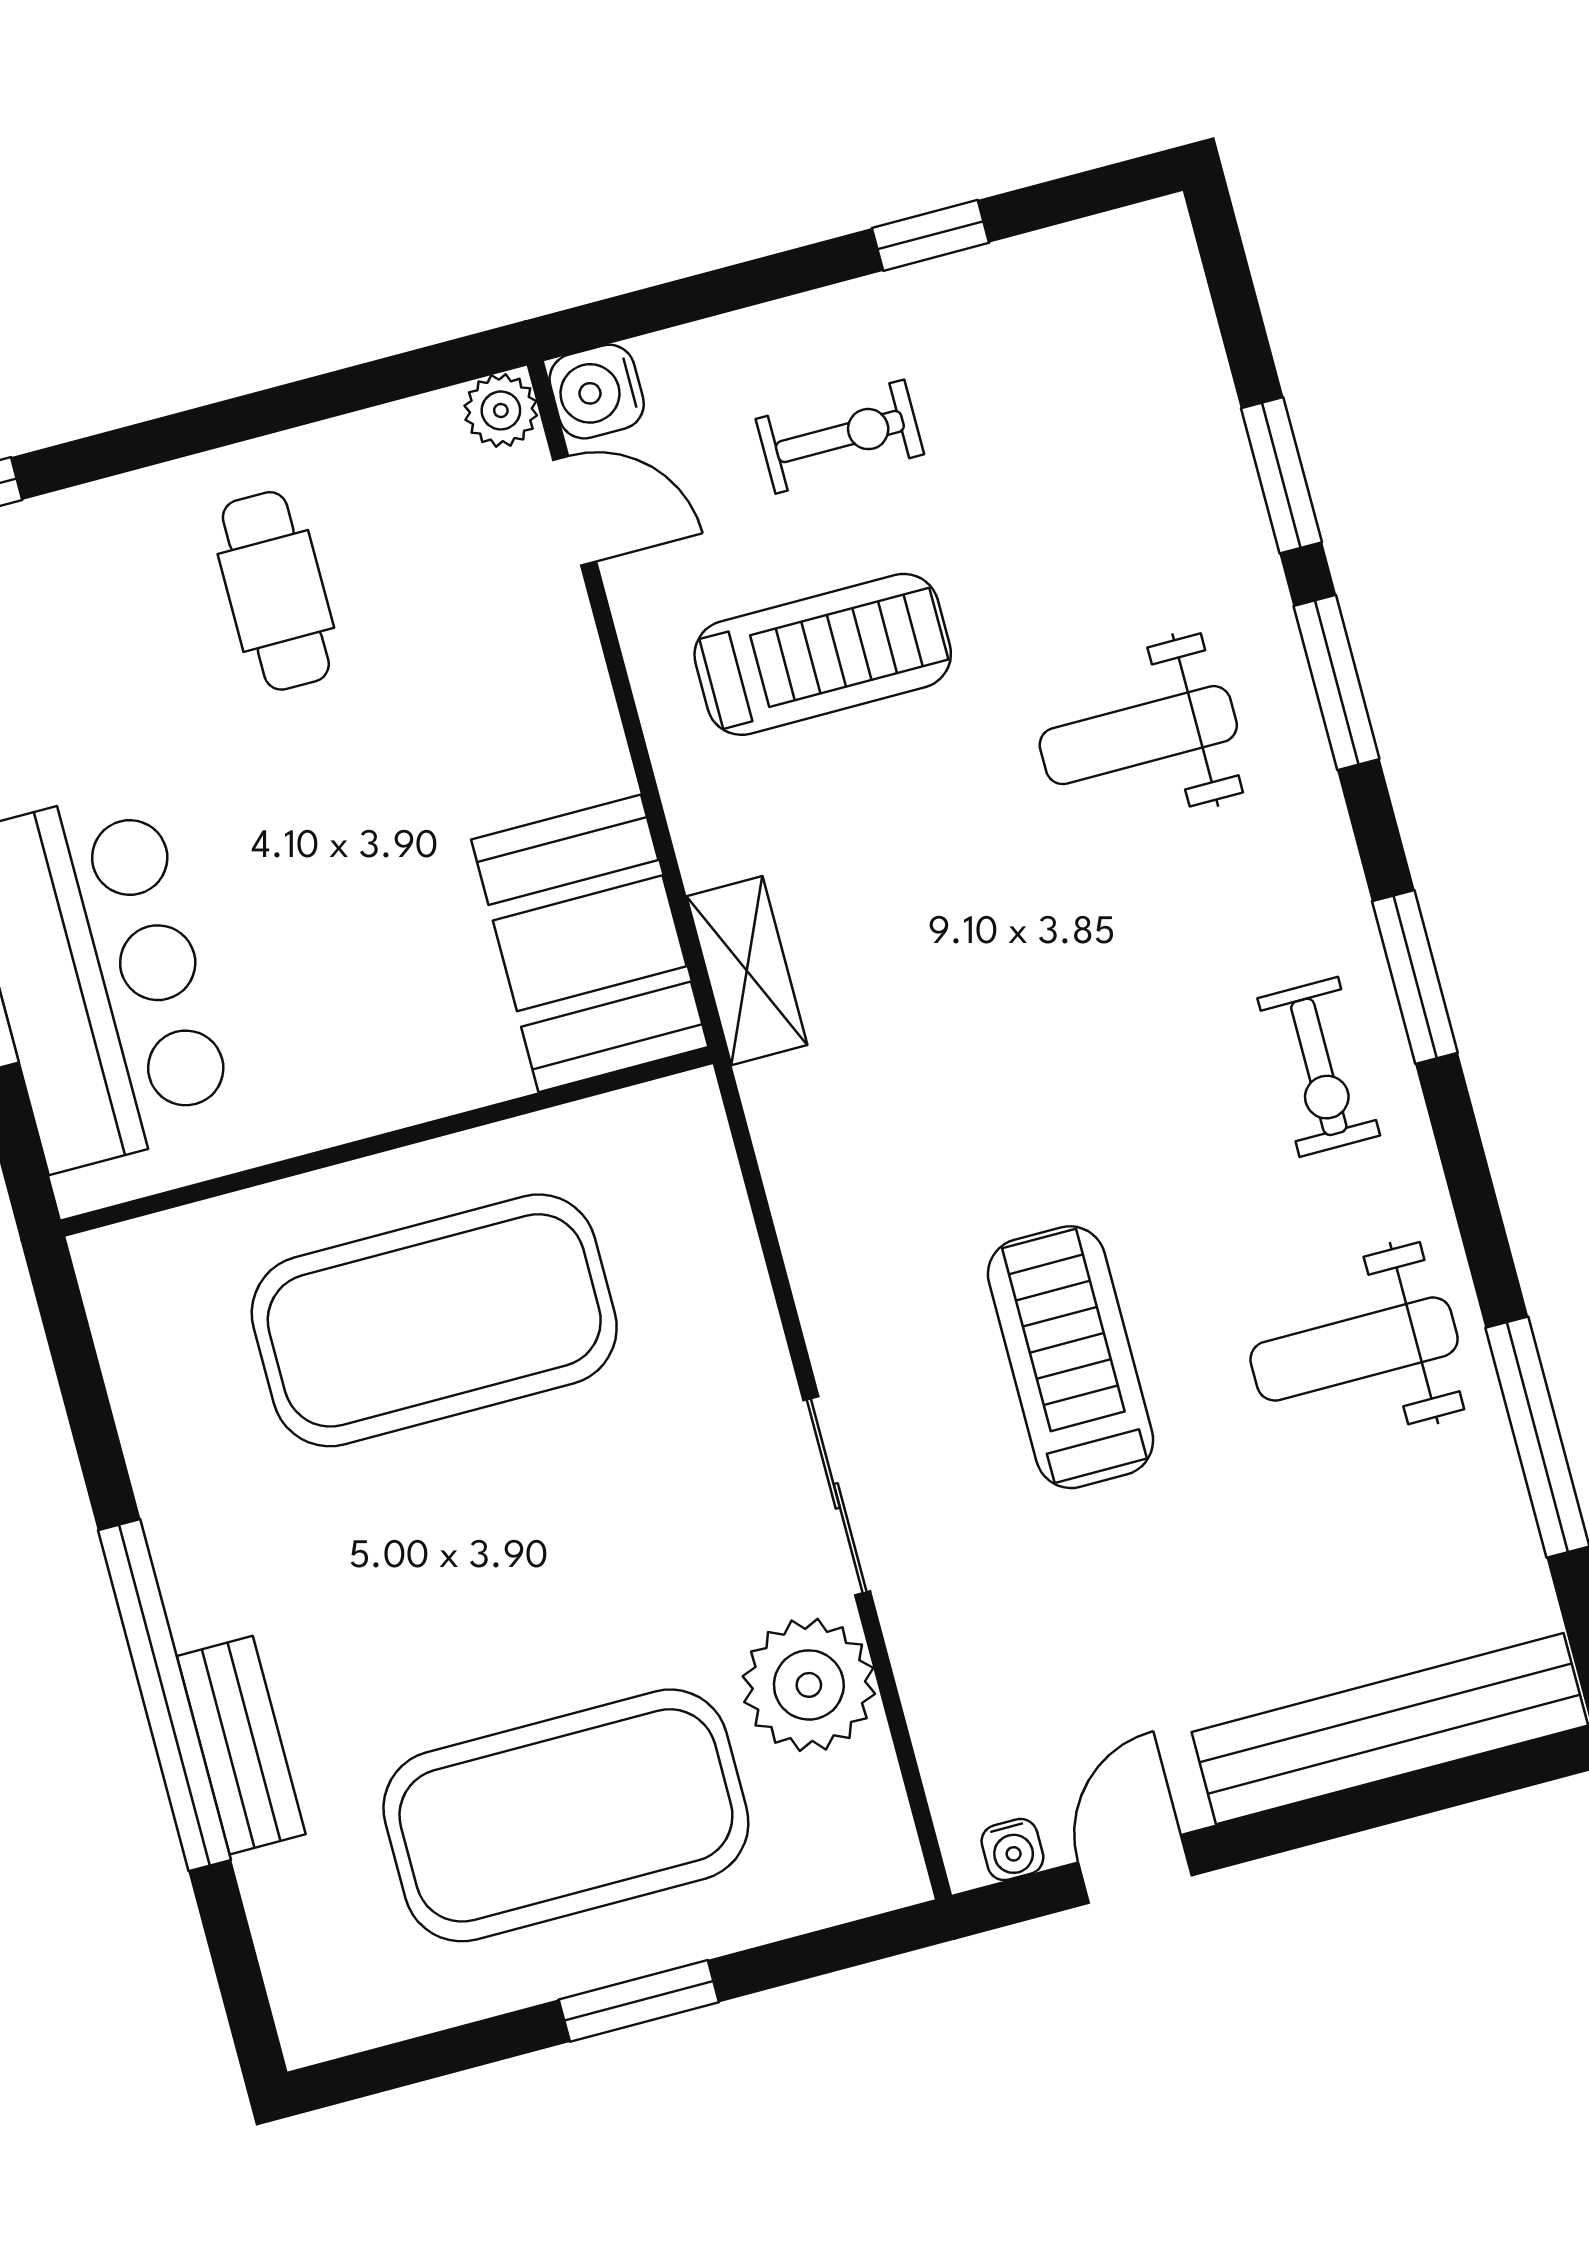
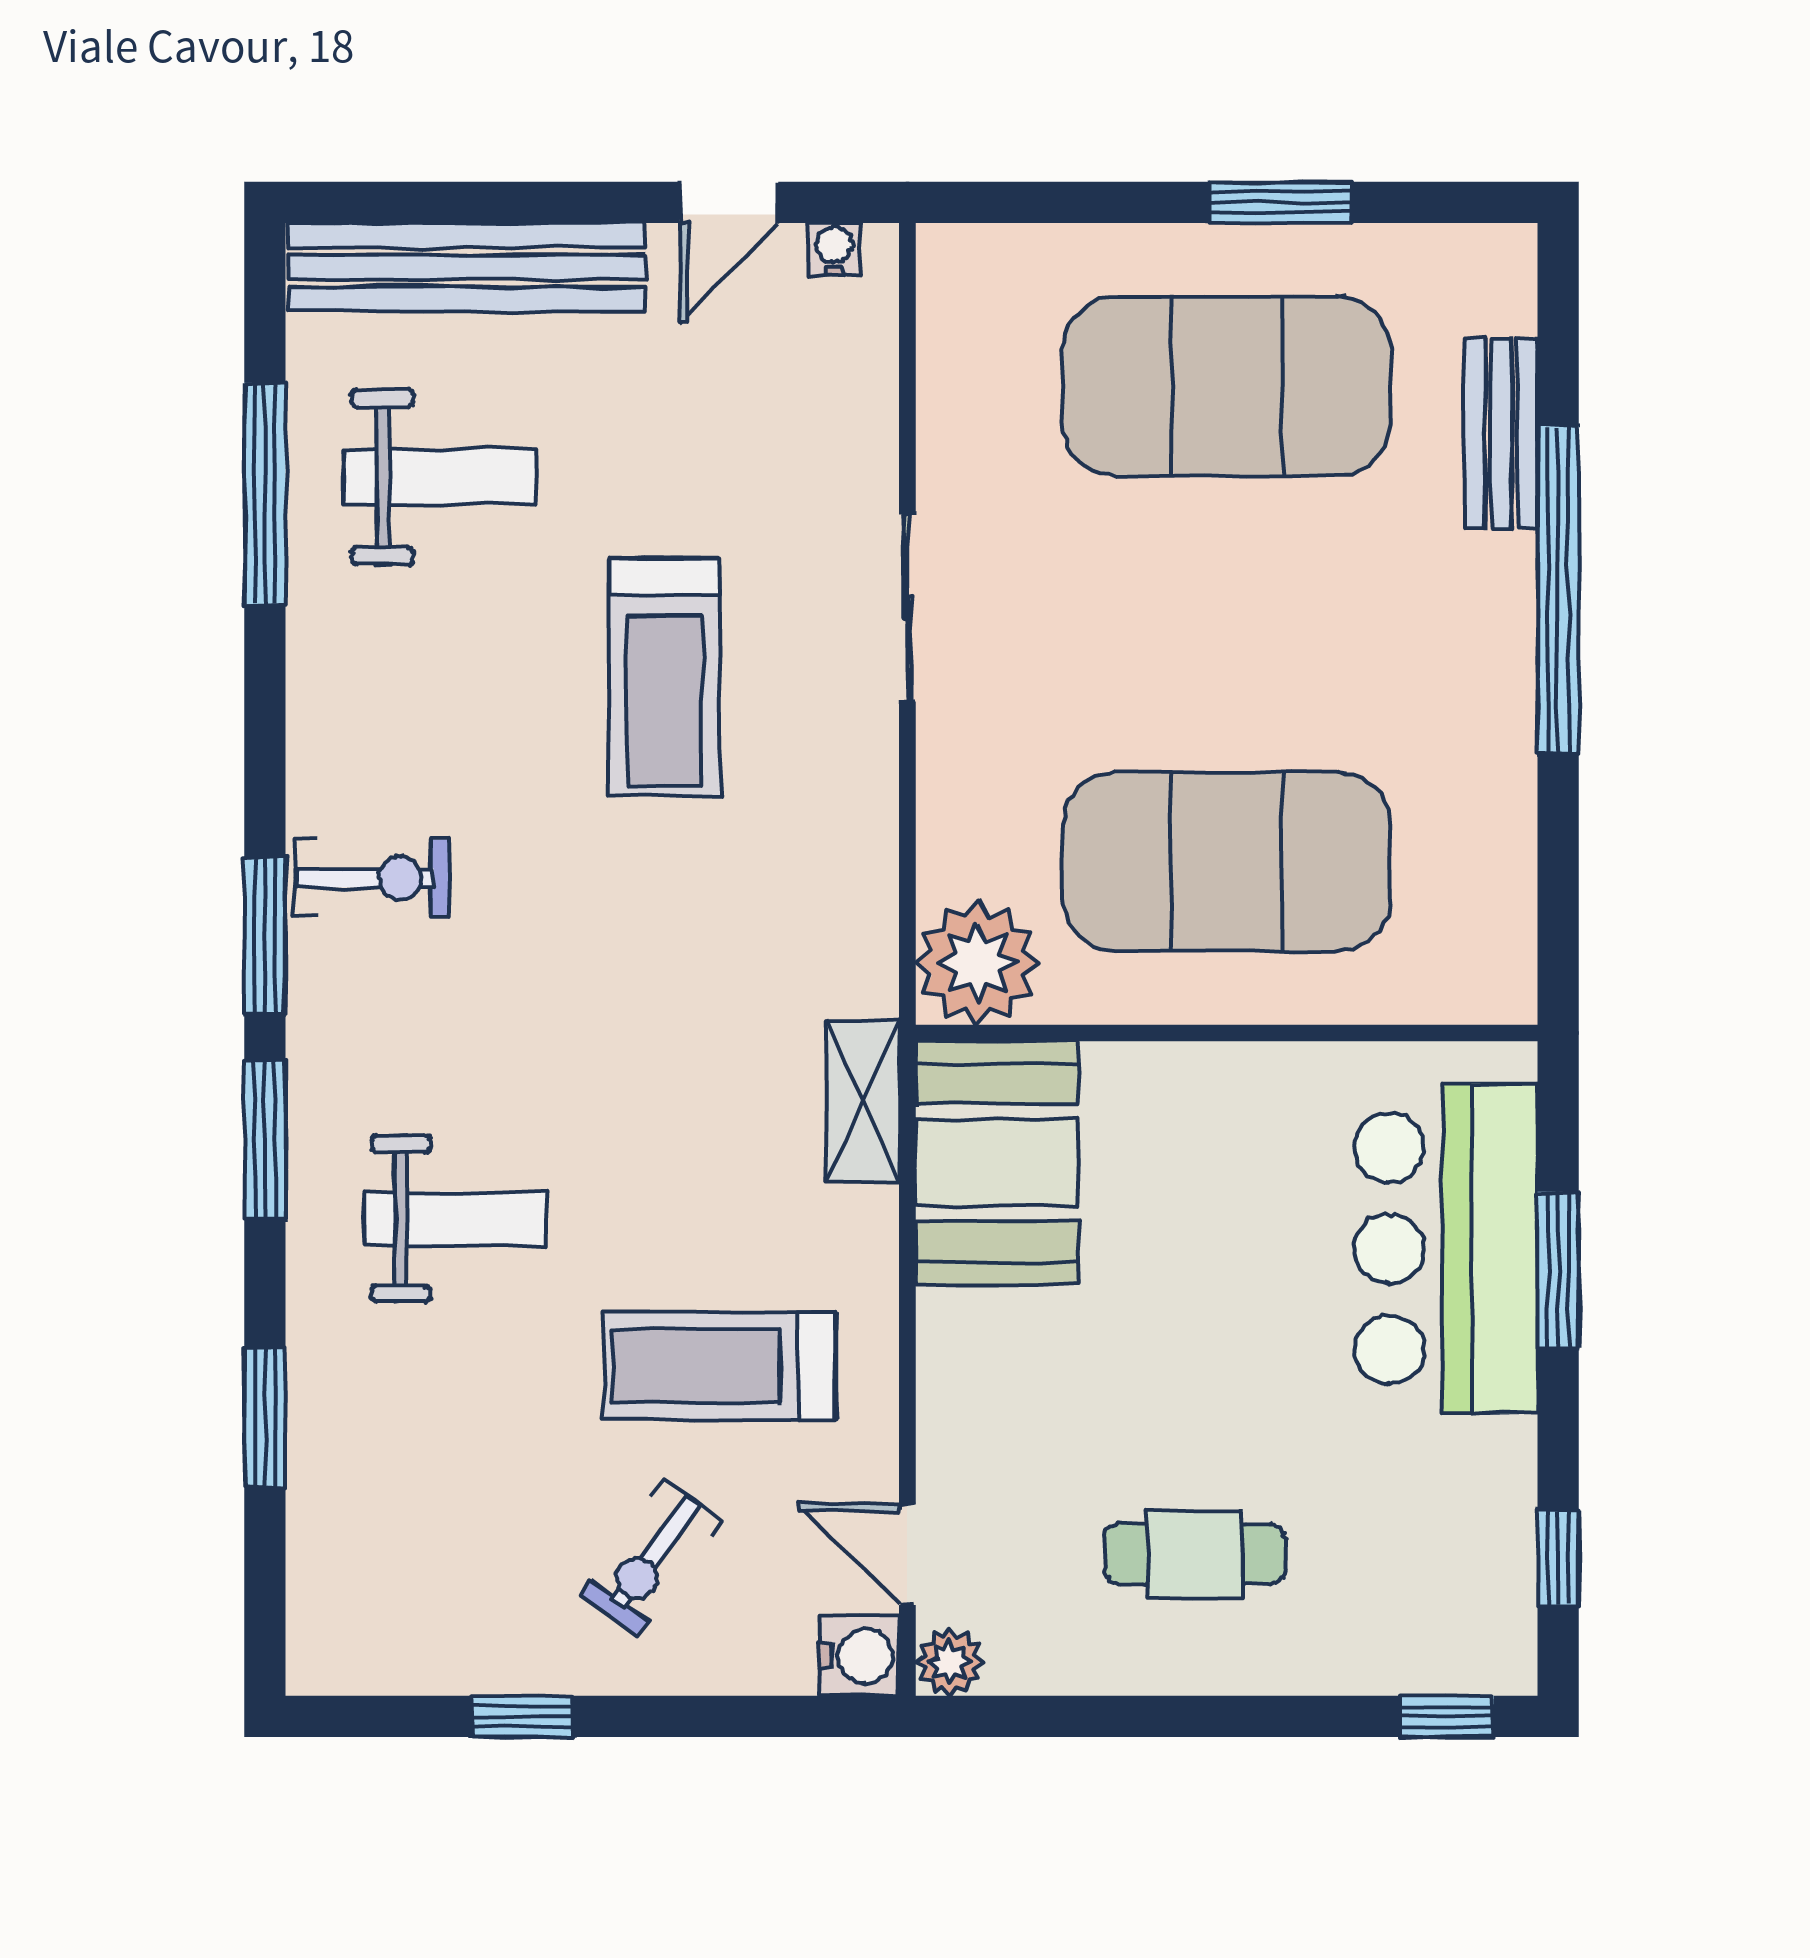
exercise bike: (840, 437) -> (652, 1558), turned -54
cafe table: (276, 591) -> (1195, 1554), turned 90
window: (1337, 683) -> (265, 1139), moved
exercise bike: (1319, 1067) -> (373, 878), turned 90
weight bench: (1354, 1349) -> (440, 477), moved
plant: (809, 1685) -> (978, 963), moved
bench: (241, 1745) -> (1501, 433), moved
window: (639, 2001) -> (1280, 202), moved

